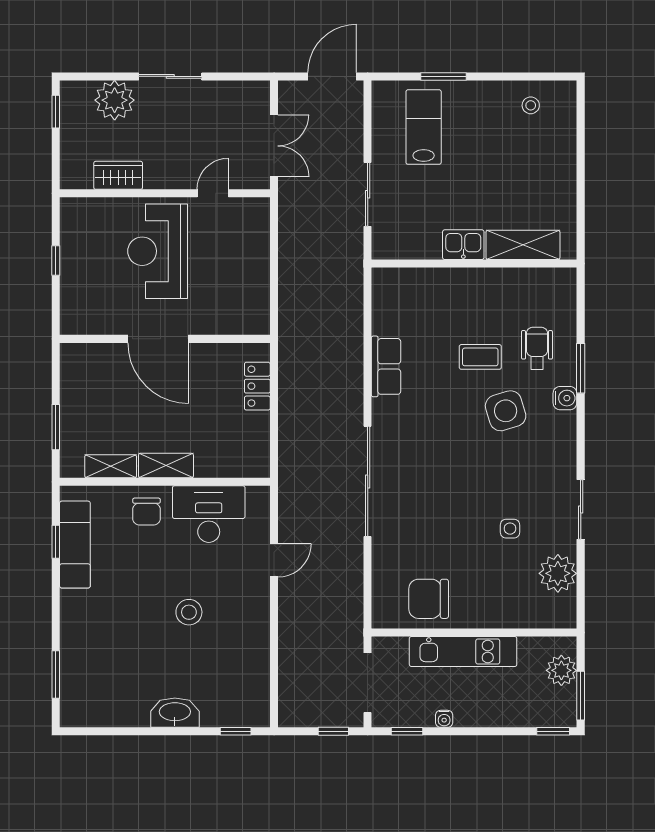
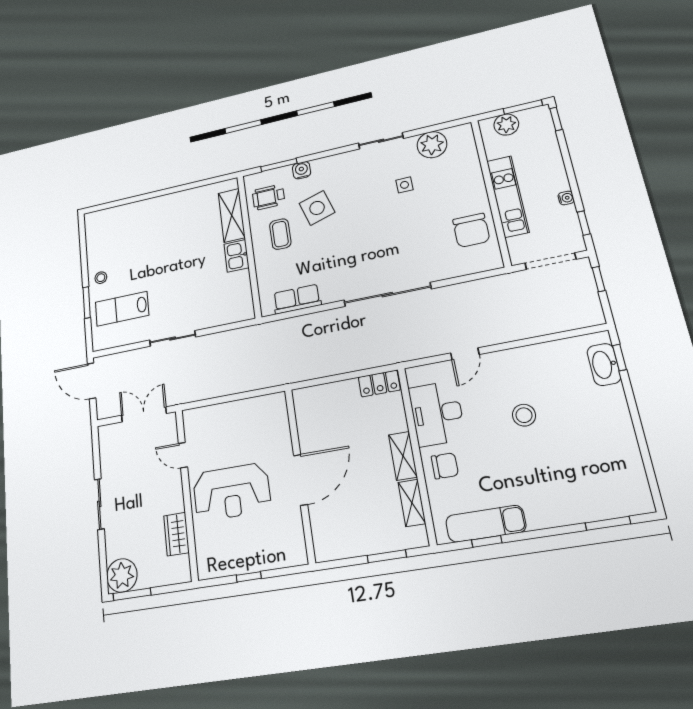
plant: (115, 100) -> (122, 575), moved
stool: (531, 105) -> (101, 278), moved
window: (56, 112) -> (132, 594), width x1.50
kitchen sink: (463, 245) -> (236, 256), moved
shelving: (523, 245) -> (232, 215), moved
wall: (474, 264) -> (249, 245), moved
locker: (257, 386) -> (379, 383), moved
door: (274, 560) -> (465, 354), swing flipped
washbasin: (175, 713) -> (604, 364), moved

